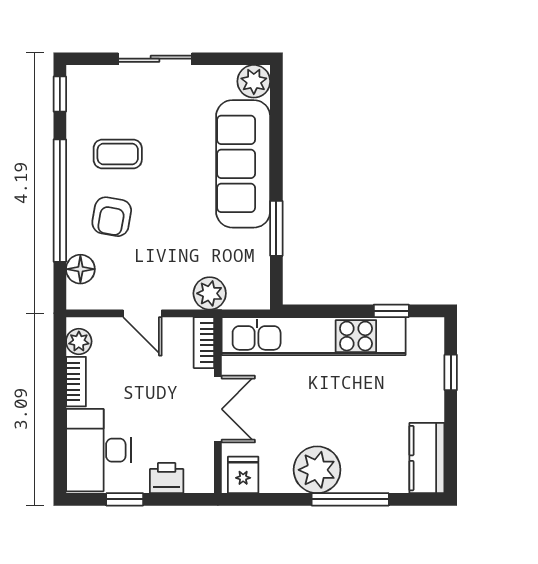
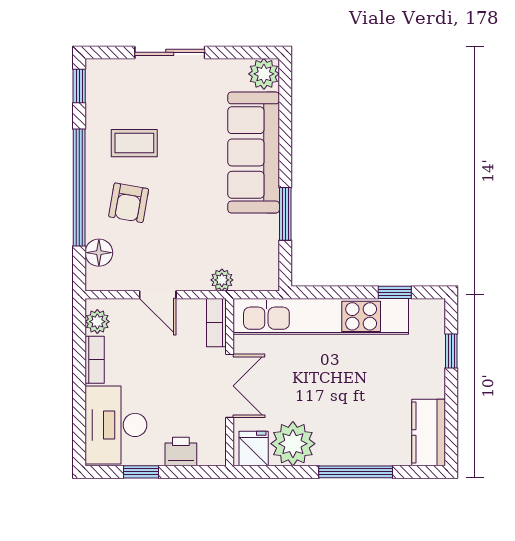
plant: (210, 293) -> (222, 280), width x0.73, depth x0.73
plant: (317, 470) -> (293, 444), moved

